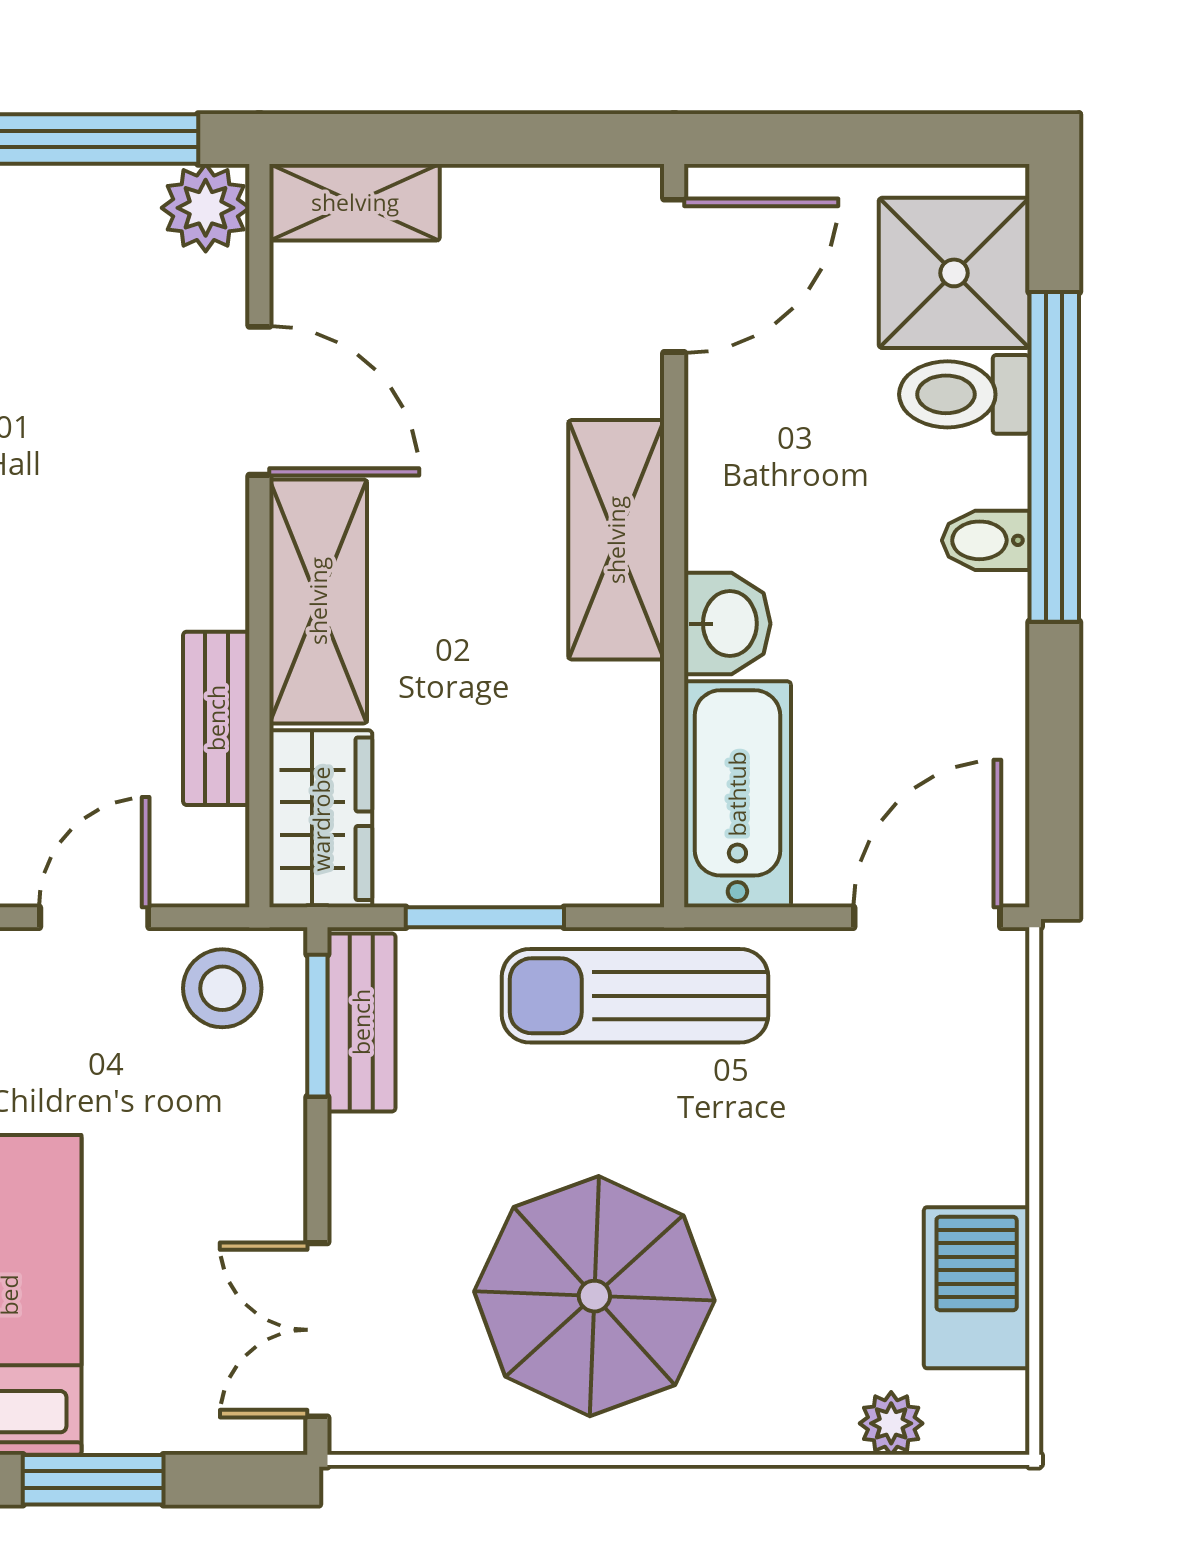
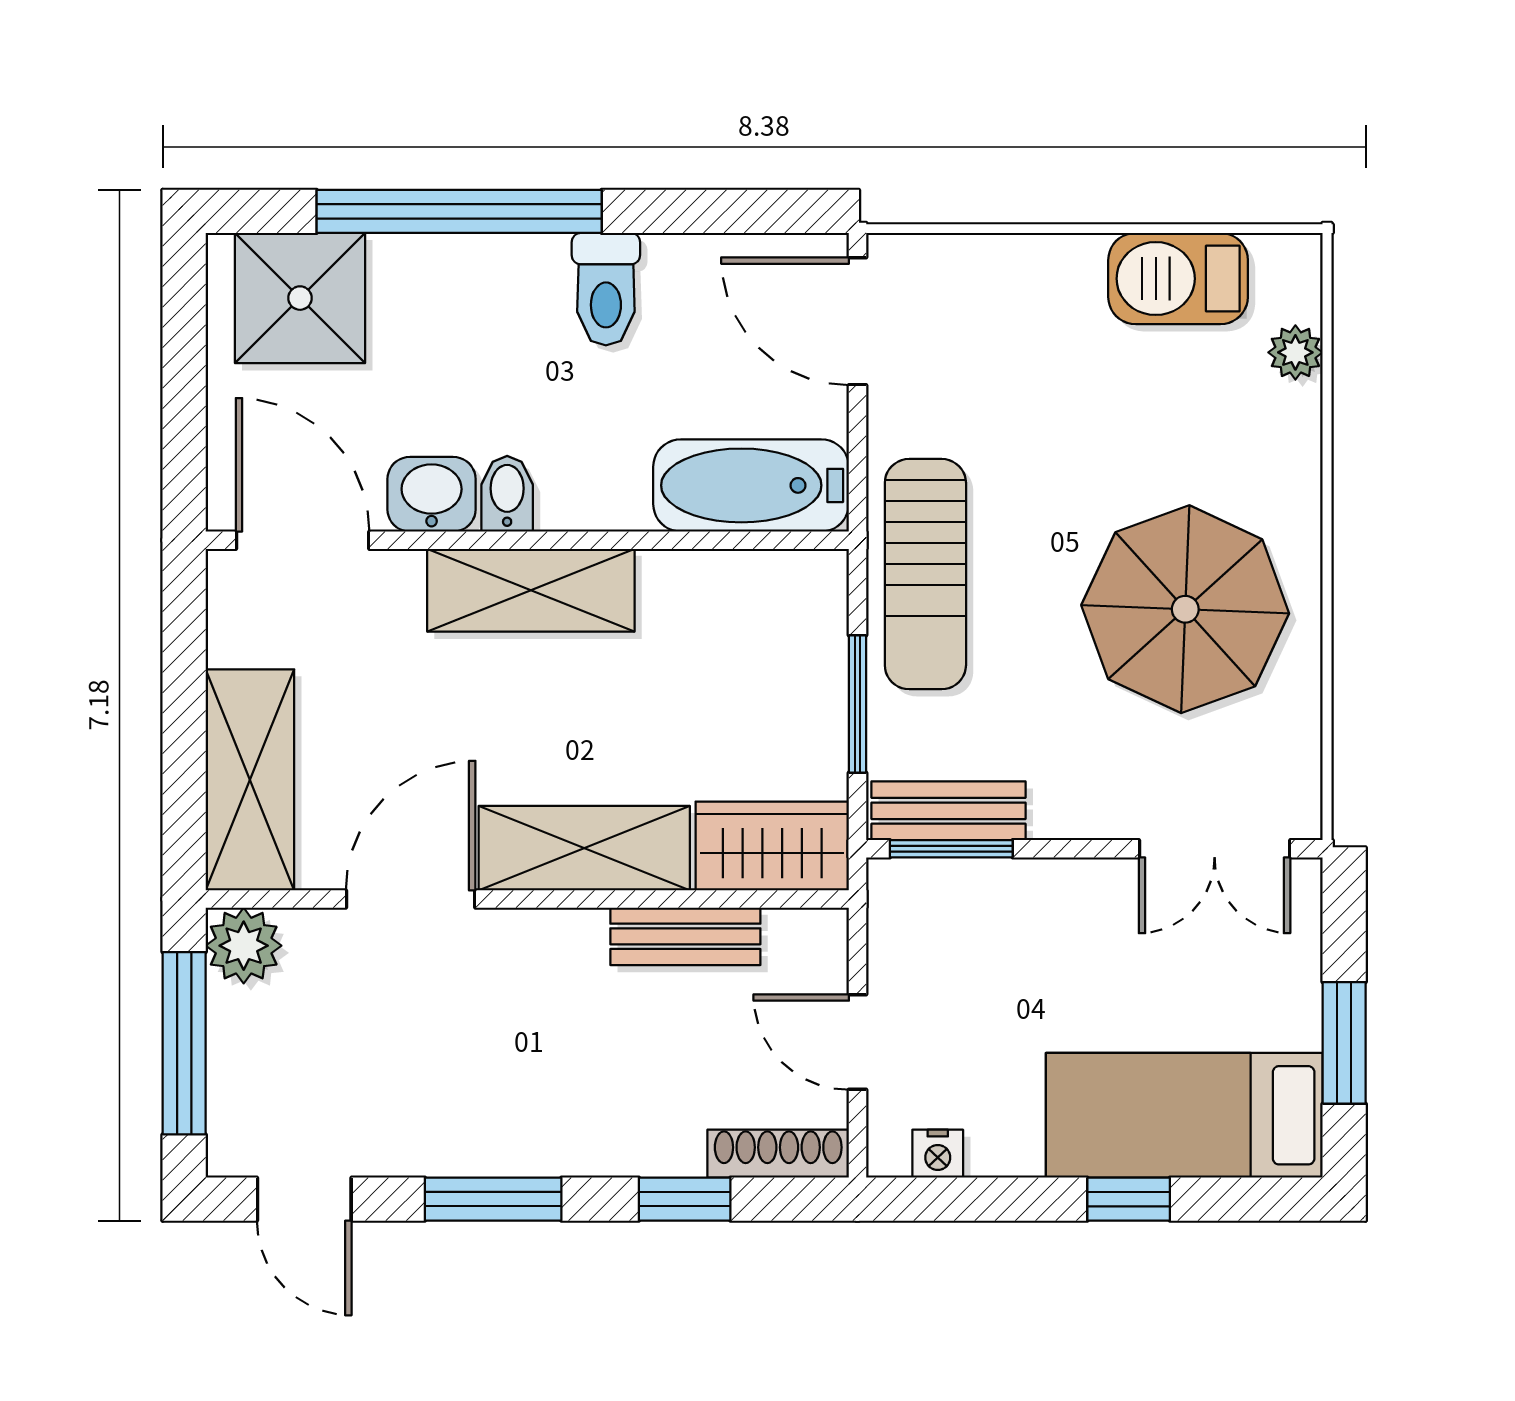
shelving: (355, 202) -> (250, 780), width x1.50, depth x1.33
toilet: (964, 394) -> (606, 289), moved
bidet: (986, 540) -> (507, 494), moved, turned 180
washbasin: (727, 624) -> (432, 494), moved
stool: (222, 988) -> (919, 931), removed

